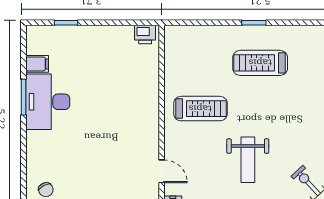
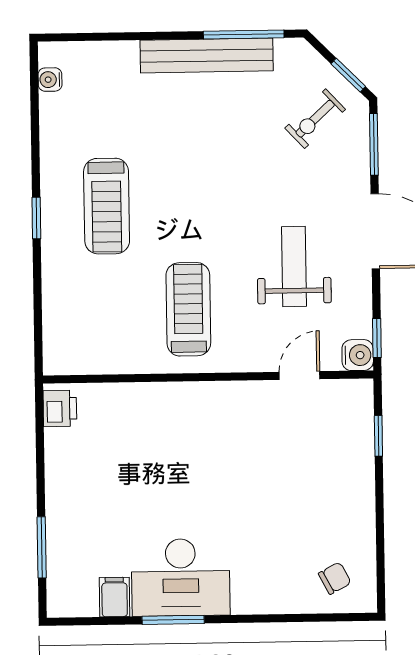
window: (66, 23) -> (42, 547), width x1.50
weight bench: (248, 160) -> (294, 267), moved, turned -90

